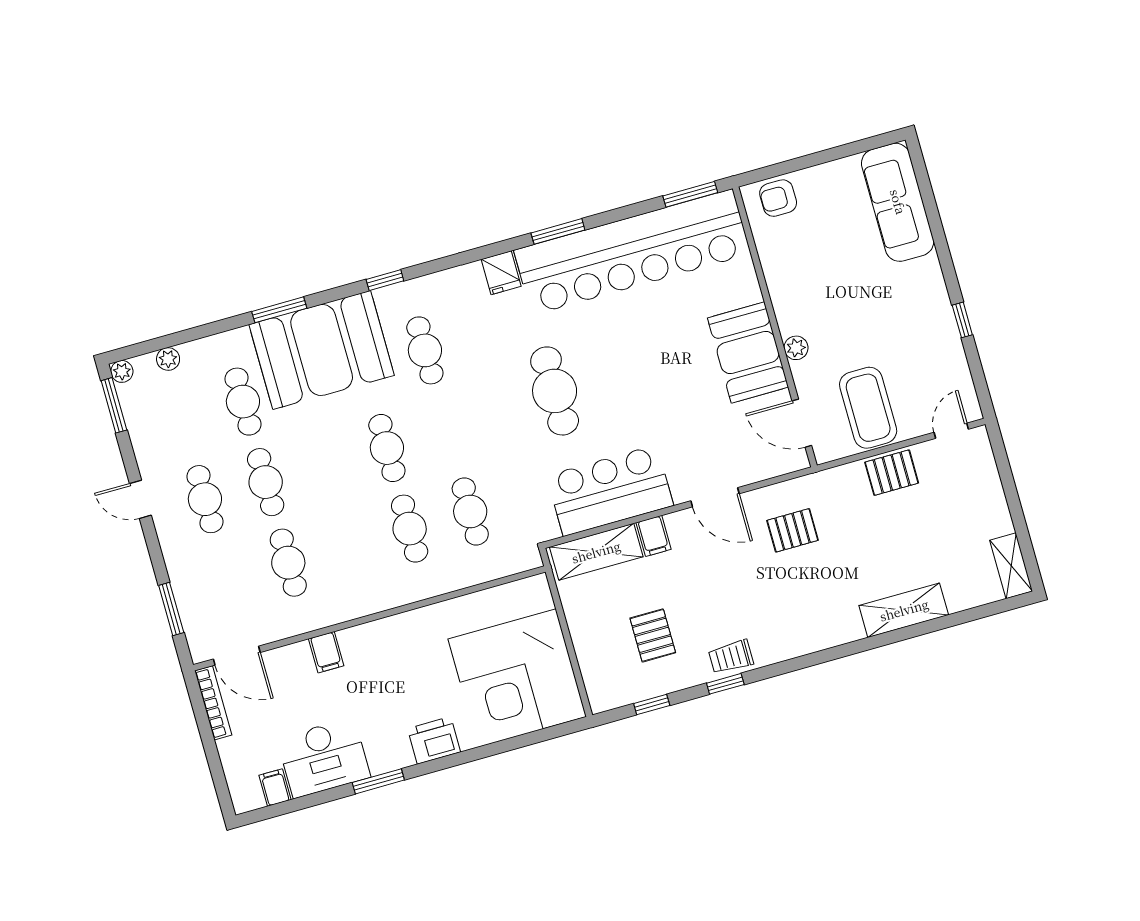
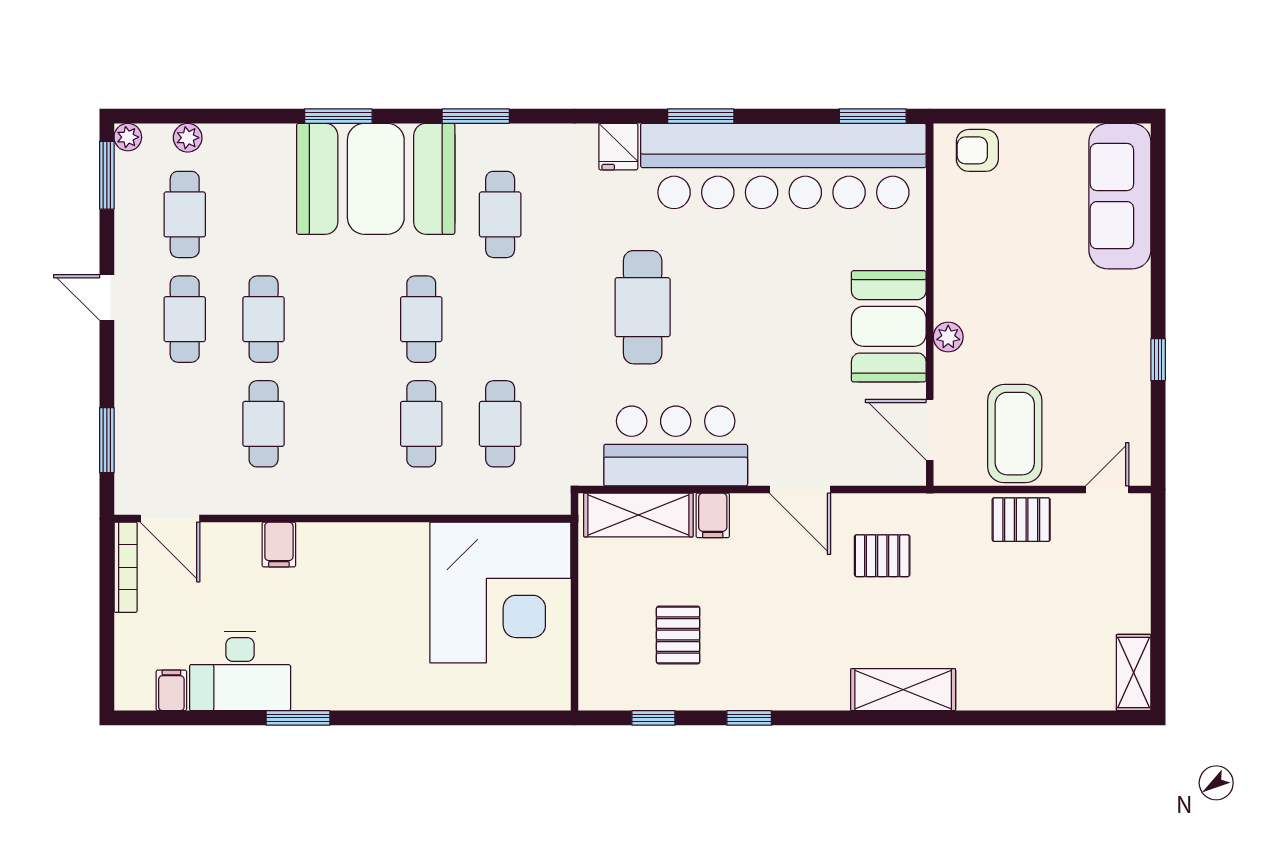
window: (385, 280) -> (476, 116), width x1.50
cafe table: (243, 402) -> (185, 214), moved
shelving: (904, 610) -> (903, 690), moved
trolley: (731, 657) -> (765, 687), removed
corner desk: (517, 678) -> (500, 593), moved, turned -90
printer: (434, 740) -> (379, 687), removed

